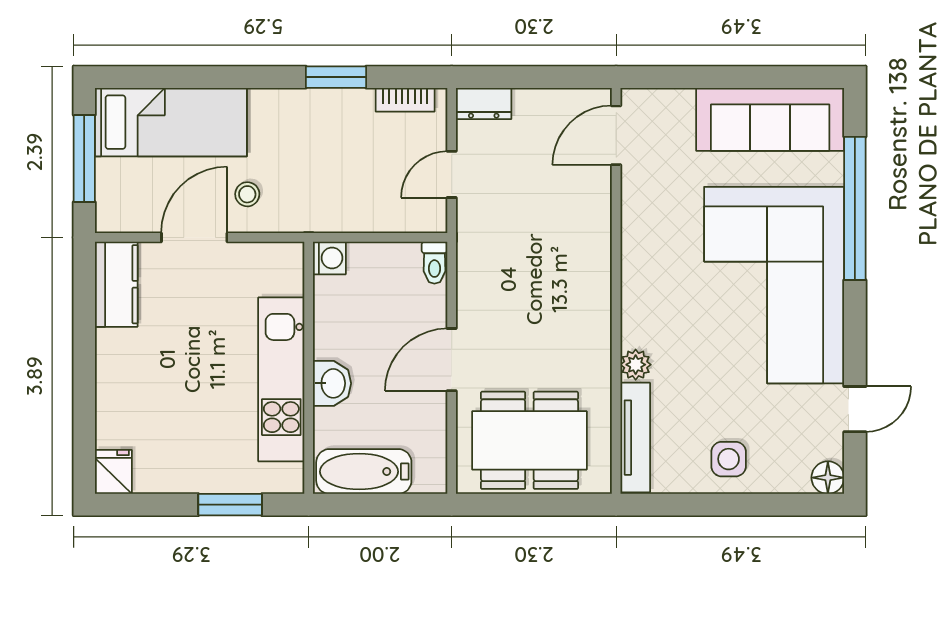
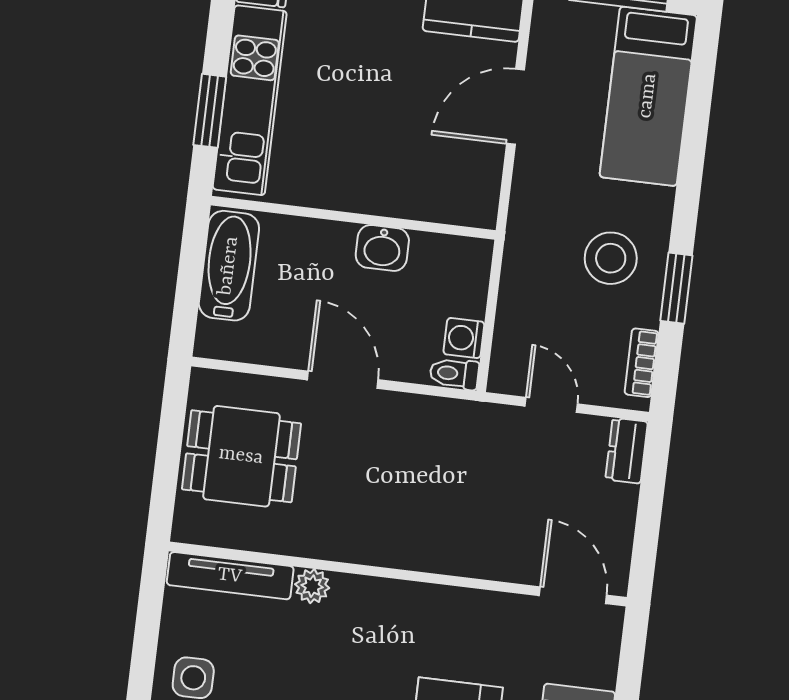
stool: (247, 194) -> (611, 258), moved, width x1.89, depth x1.89
door: (194, 237) -> (516, 107), swing flipped
washing machine: (329, 258) -> (464, 338), moved, turned 90
kitchen unit: (281, 379) -> (250, 100), moved, turned 90
washbasin: (332, 383) -> (382, 248), moved
dining table: (529, 440) -> (241, 456), width x0.73

